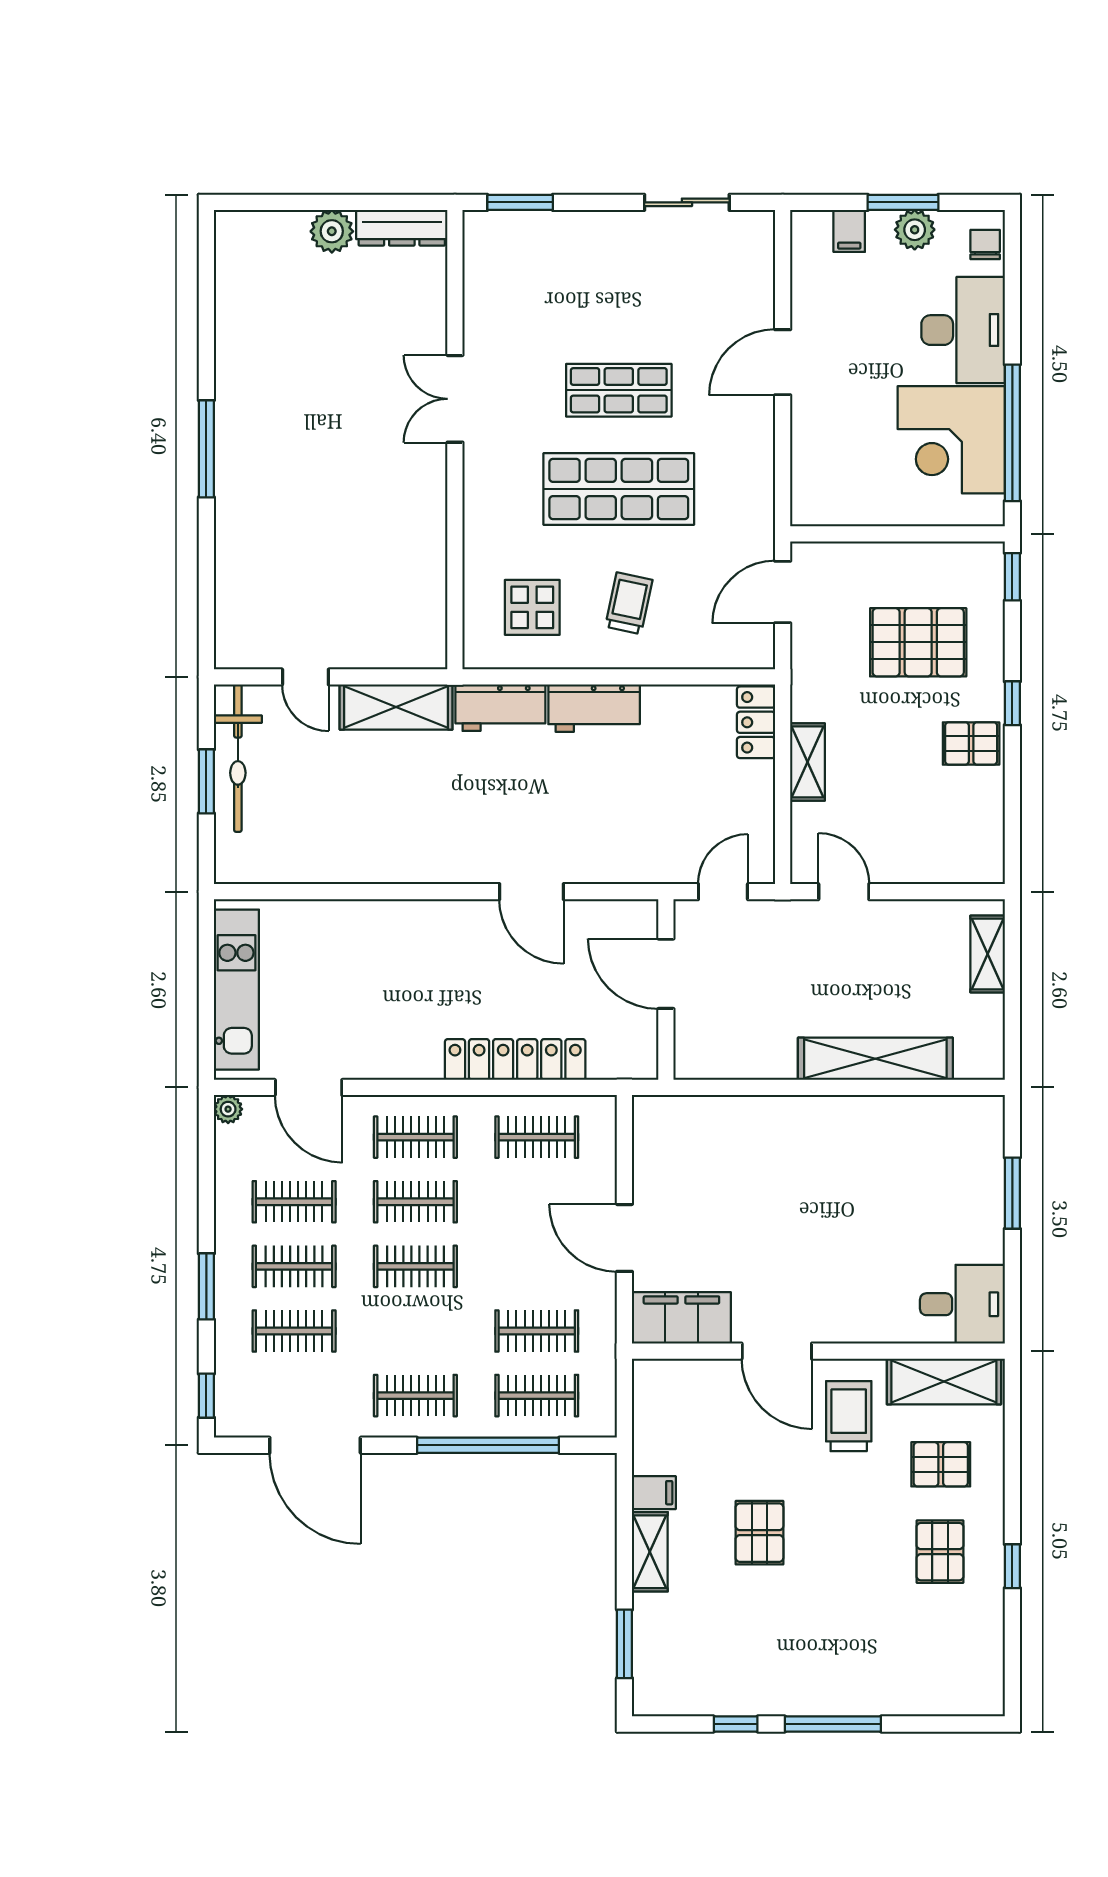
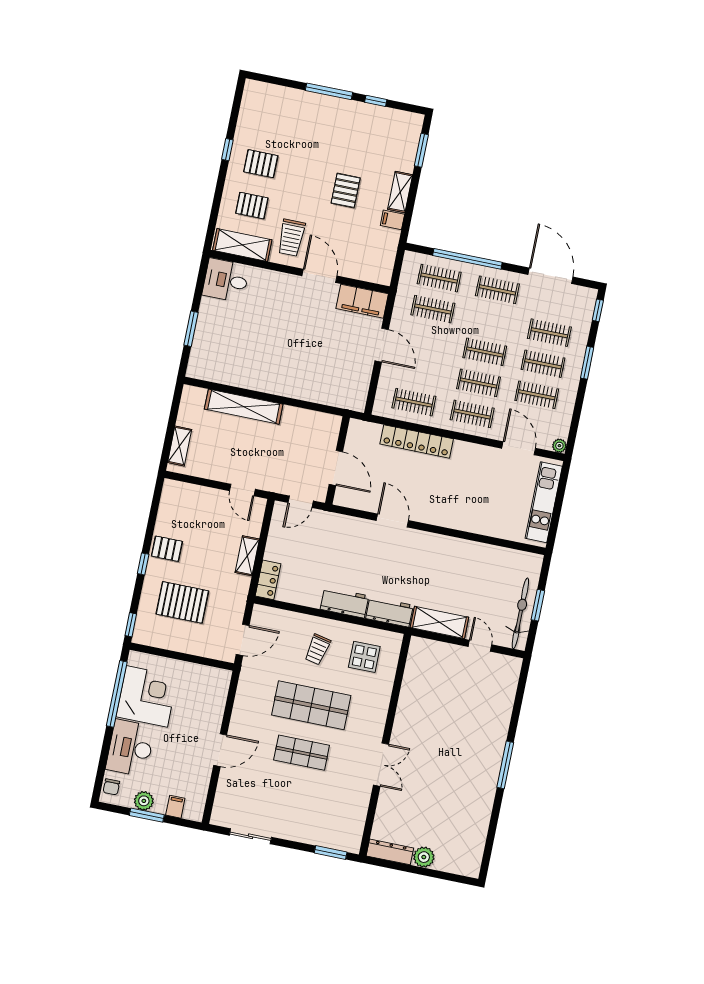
pallet: (940, 1552) -> (261, 164), turned 90

